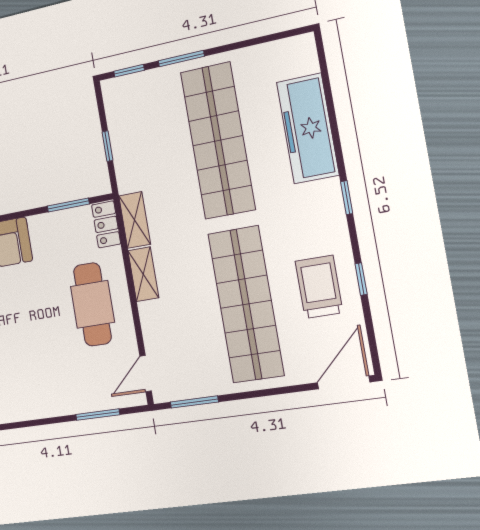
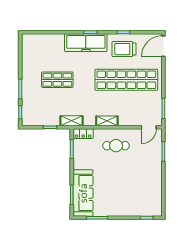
freezer: (308, 128) -> (86, 43), moved
shop shelf: (218, 141) -> (57, 80), width x0.50, depth x0.74
shelving: (135, 220) -> (71, 121), moved
cafe table: (92, 304) -> (116, 146), width x0.73, depth x0.74
door: (146, 374) -> (149, 127), hinge flipped
door: (343, 382) -> (163, 46), hinge flipped

